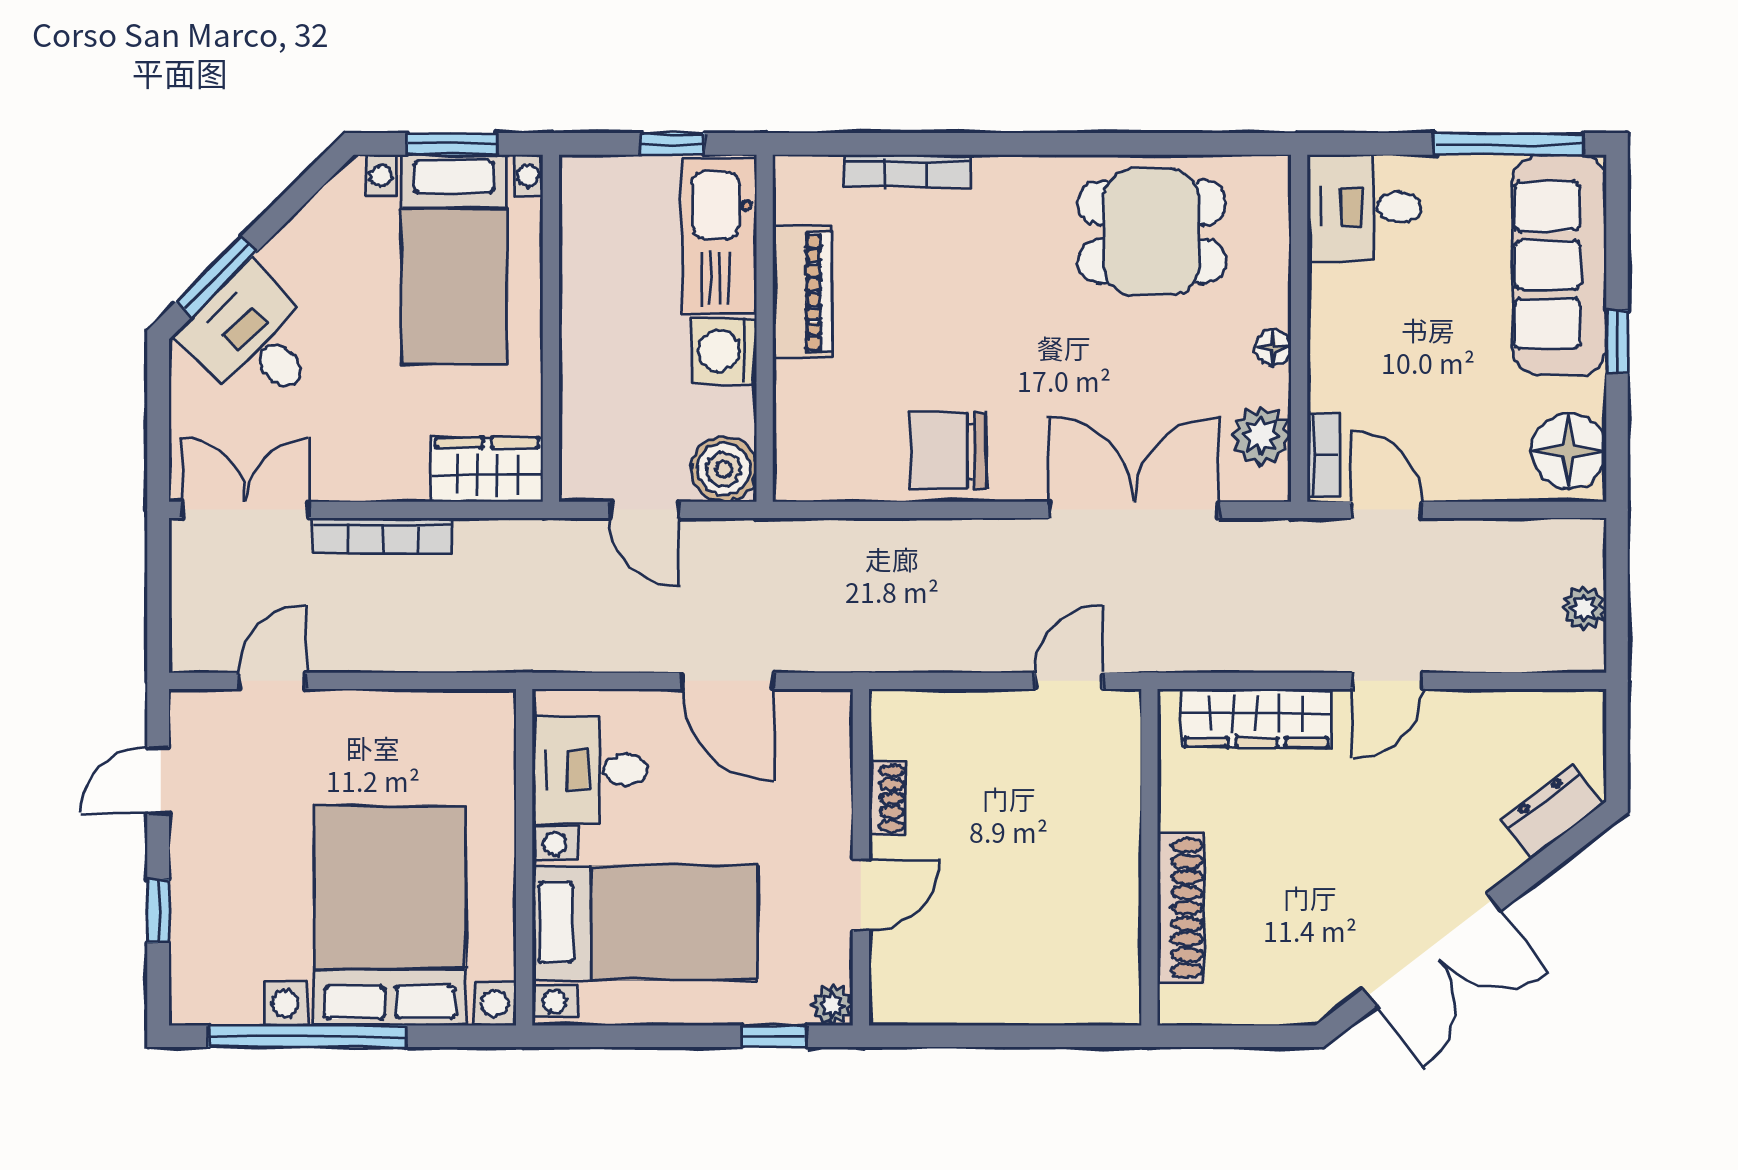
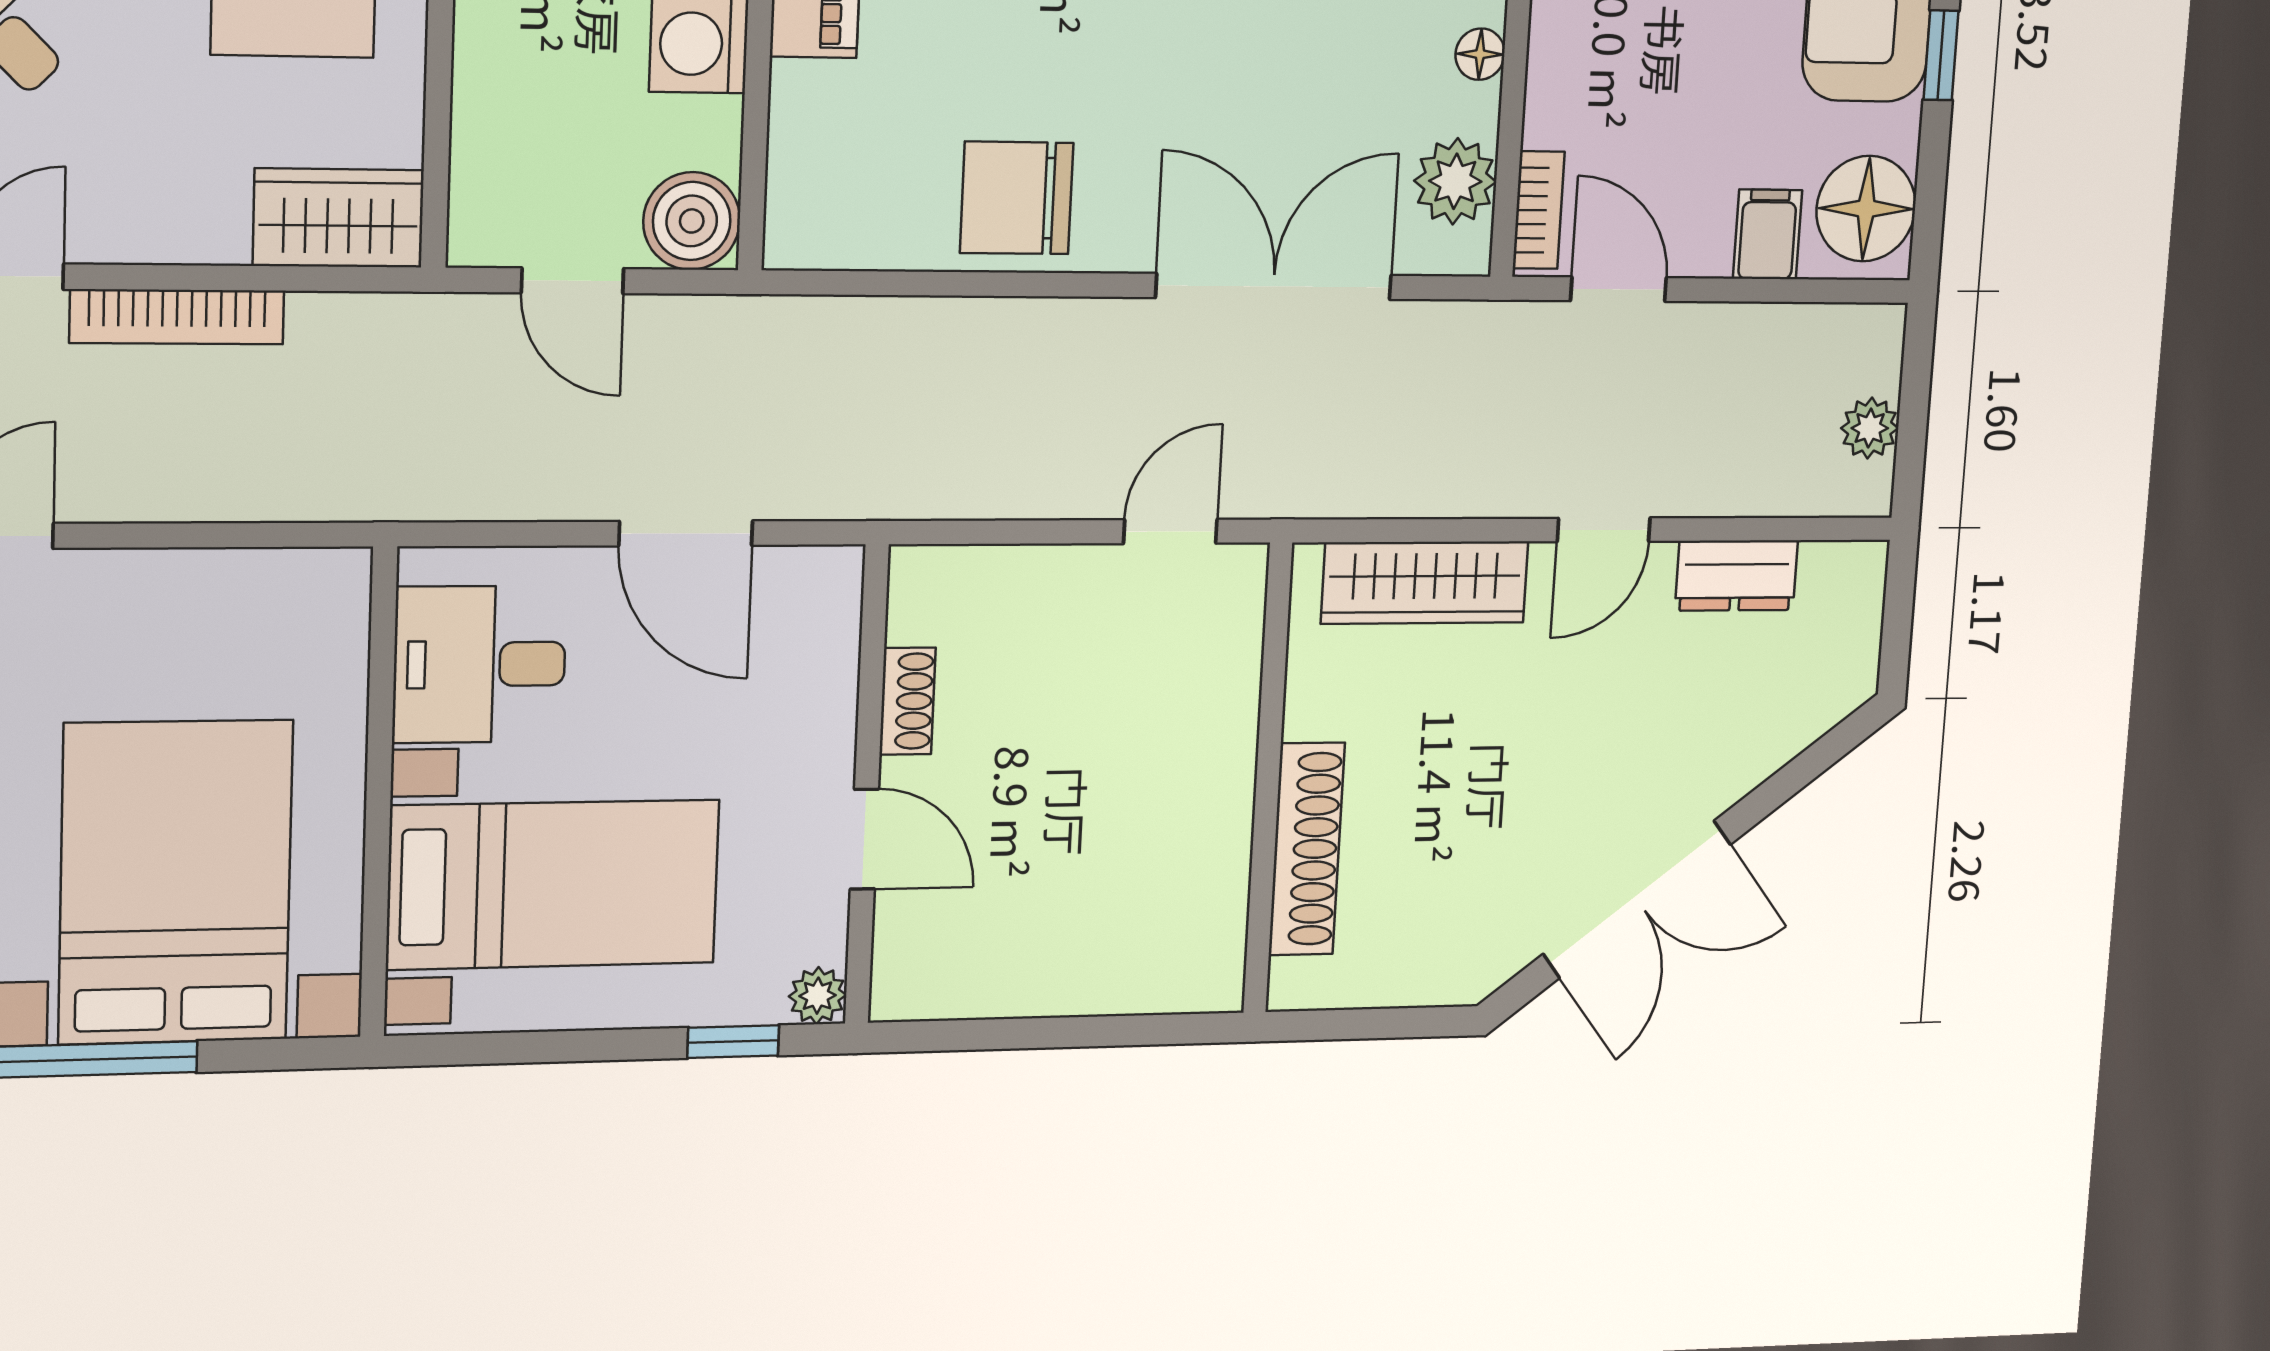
filing cabinet: (1495, 470) -> (1768, 234), added
dresser: (1552, 812) -> (1736, 575), moved, turned -142
door: (861, 895) -> (864, 839), hinge flipped

